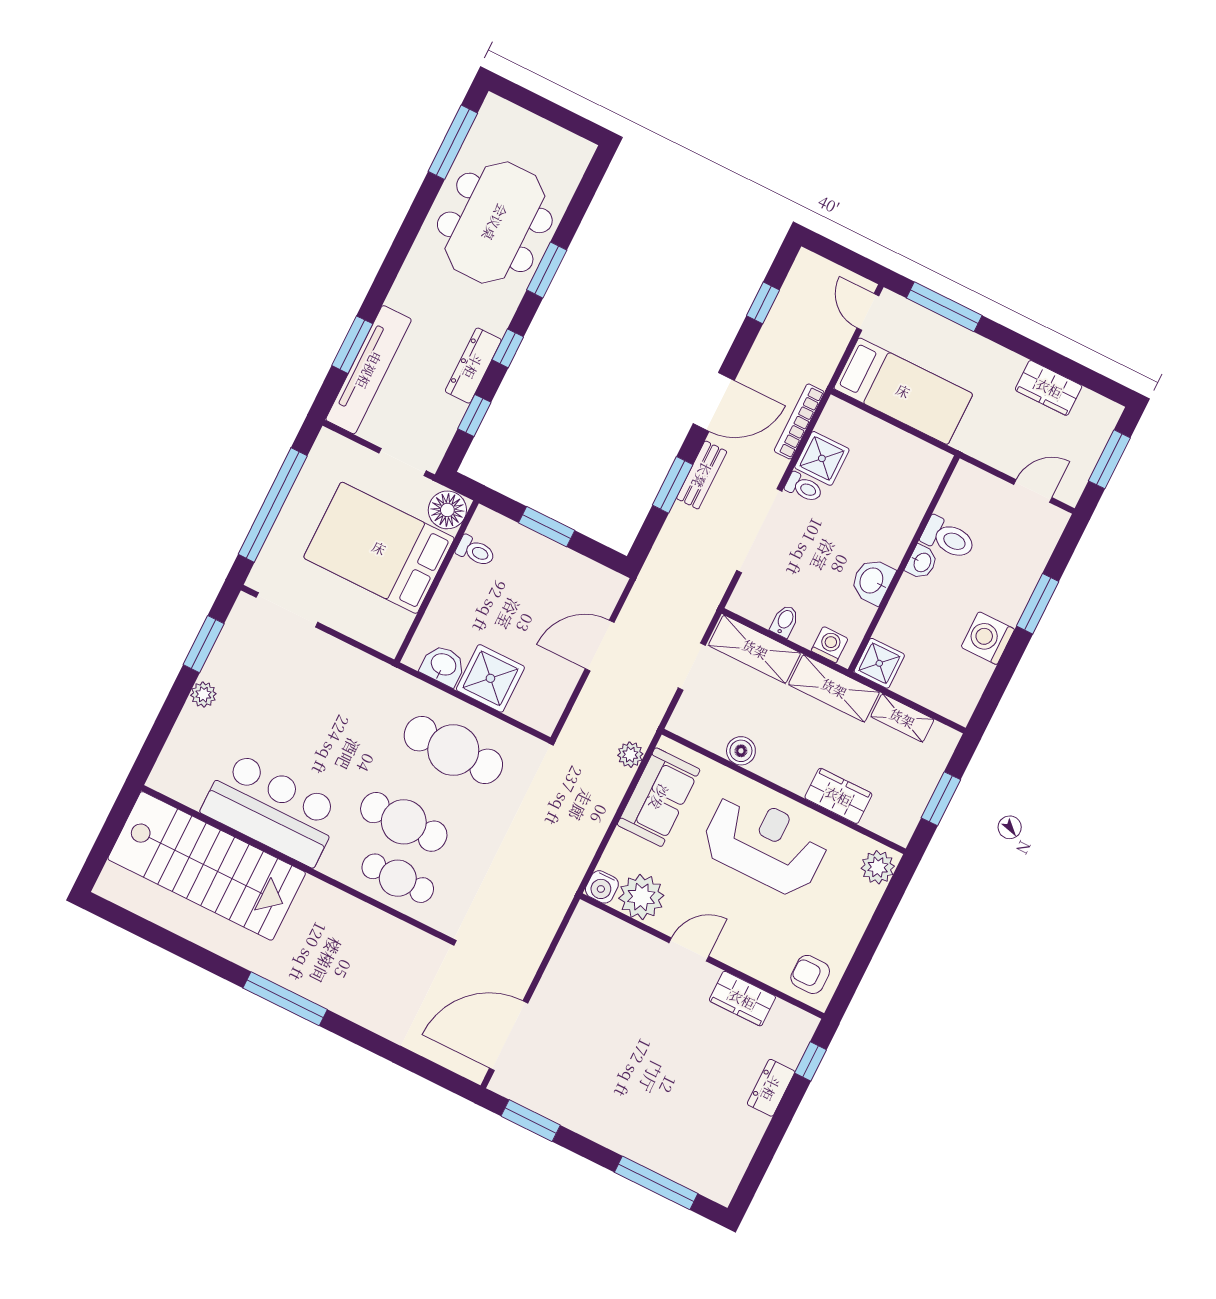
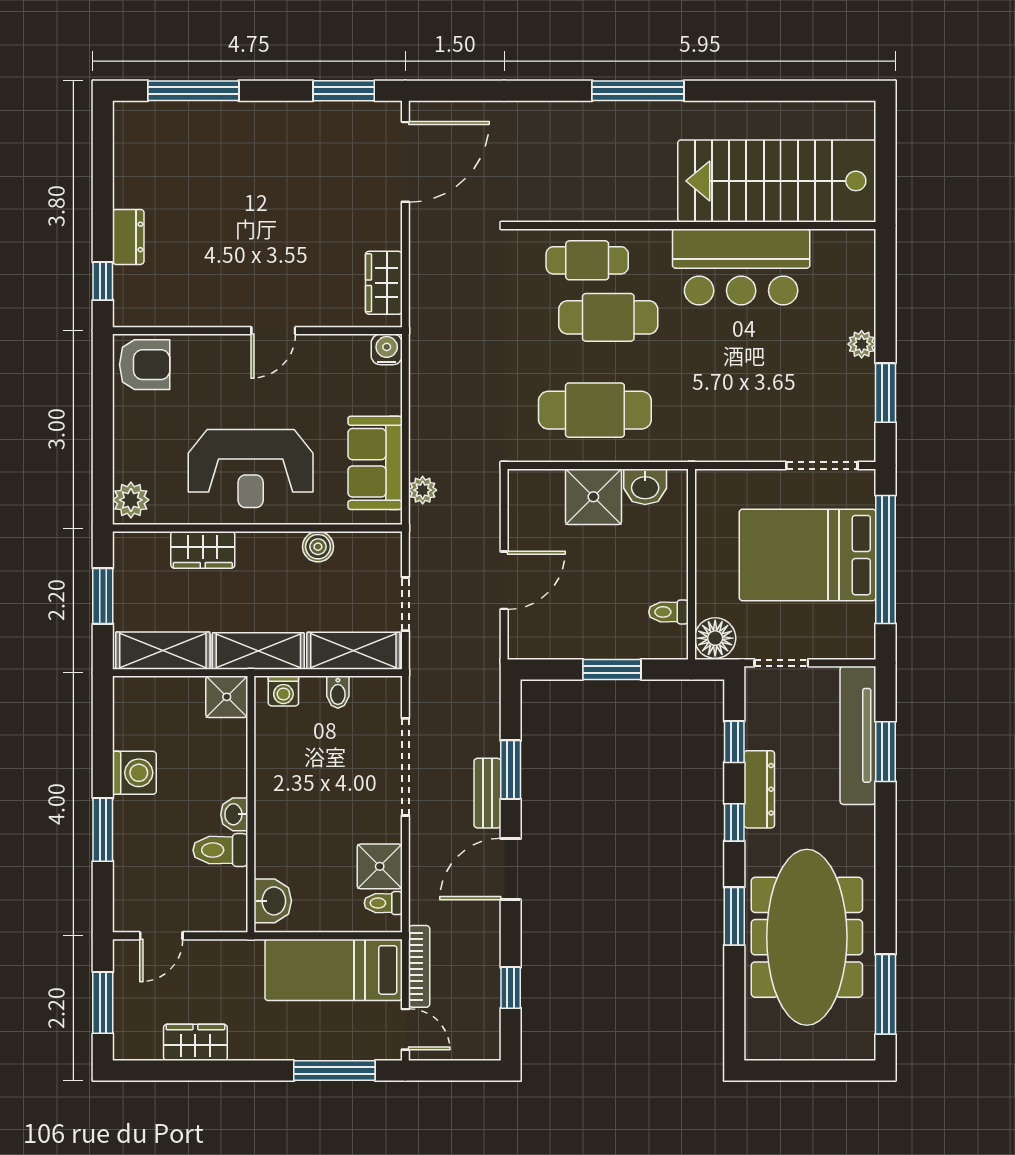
meeting table: (495, 222) -> (807, 937), width x1.36
bookcase: (799, 421) -> (419, 966), moved
toilet: (804, 488) -> (383, 903), moved
bed: (379, 548) -> (808, 555), moved, turned 180
washbasin: (872, 581) -> (273, 901), moved
shelving: (902, 718) -> (163, 651), width x1.50, depth x1.33
plant: (641, 897) -> (344, 359), removed
armchair: (810, 974) -> (145, 365), width x1.38, depth x1.38
wardrobe: (742, 999) -> (384, 283), moved, turned -90

